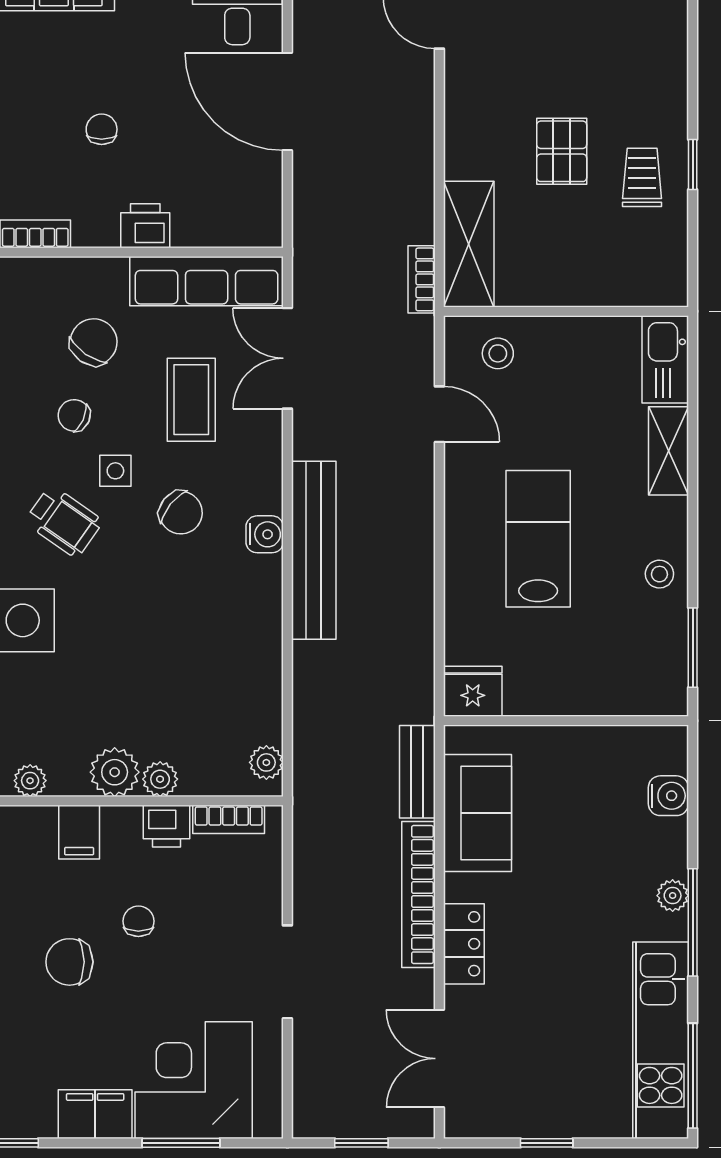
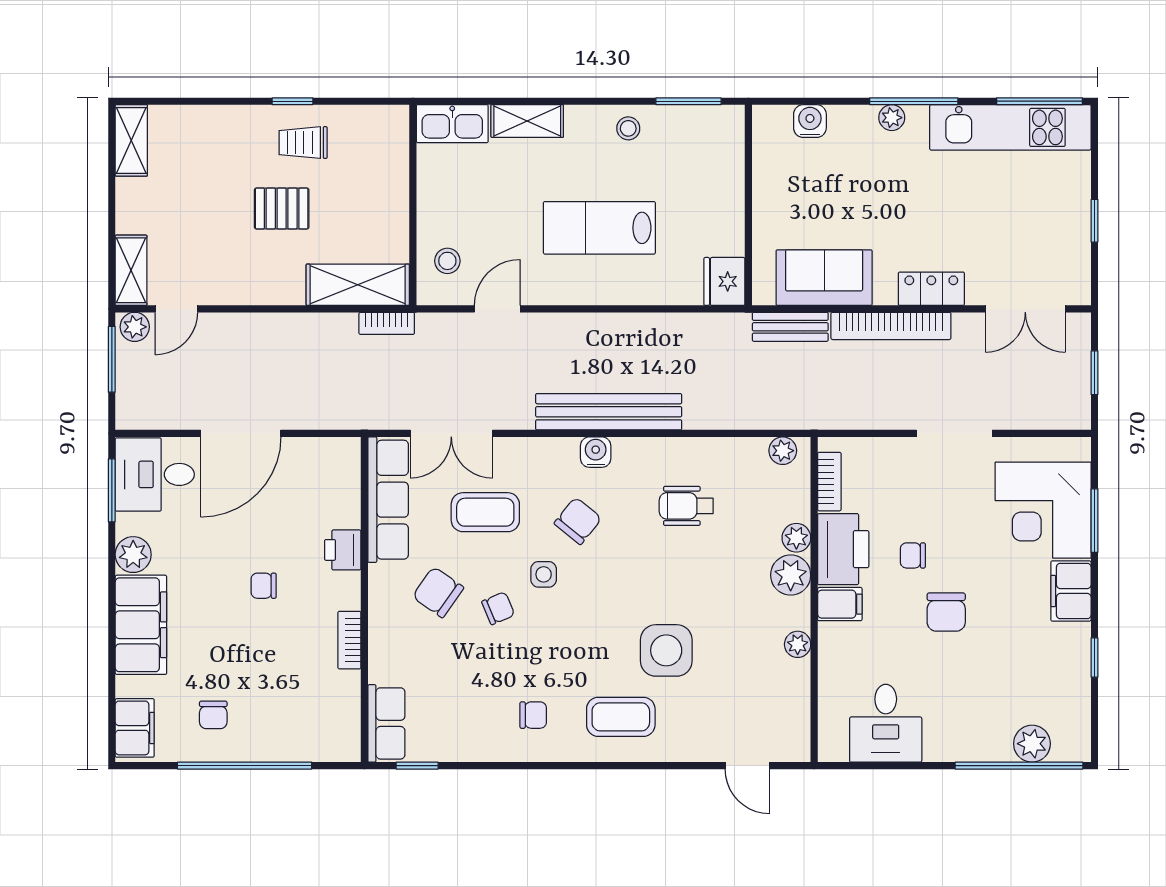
chair: (74, 415) -> (498, 608), turned -137
wheelchair: (64, 521) -> (686, 506), moved, turned -125
printer: (166, 826) -> (843, 549), width x1.87, depth x1.48

